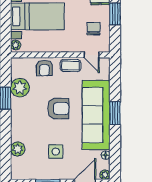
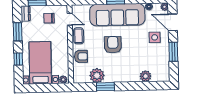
door: (92, 55) -> (70, 19), hinge flipped
side table: (56, 152) -> (155, 37), moved

